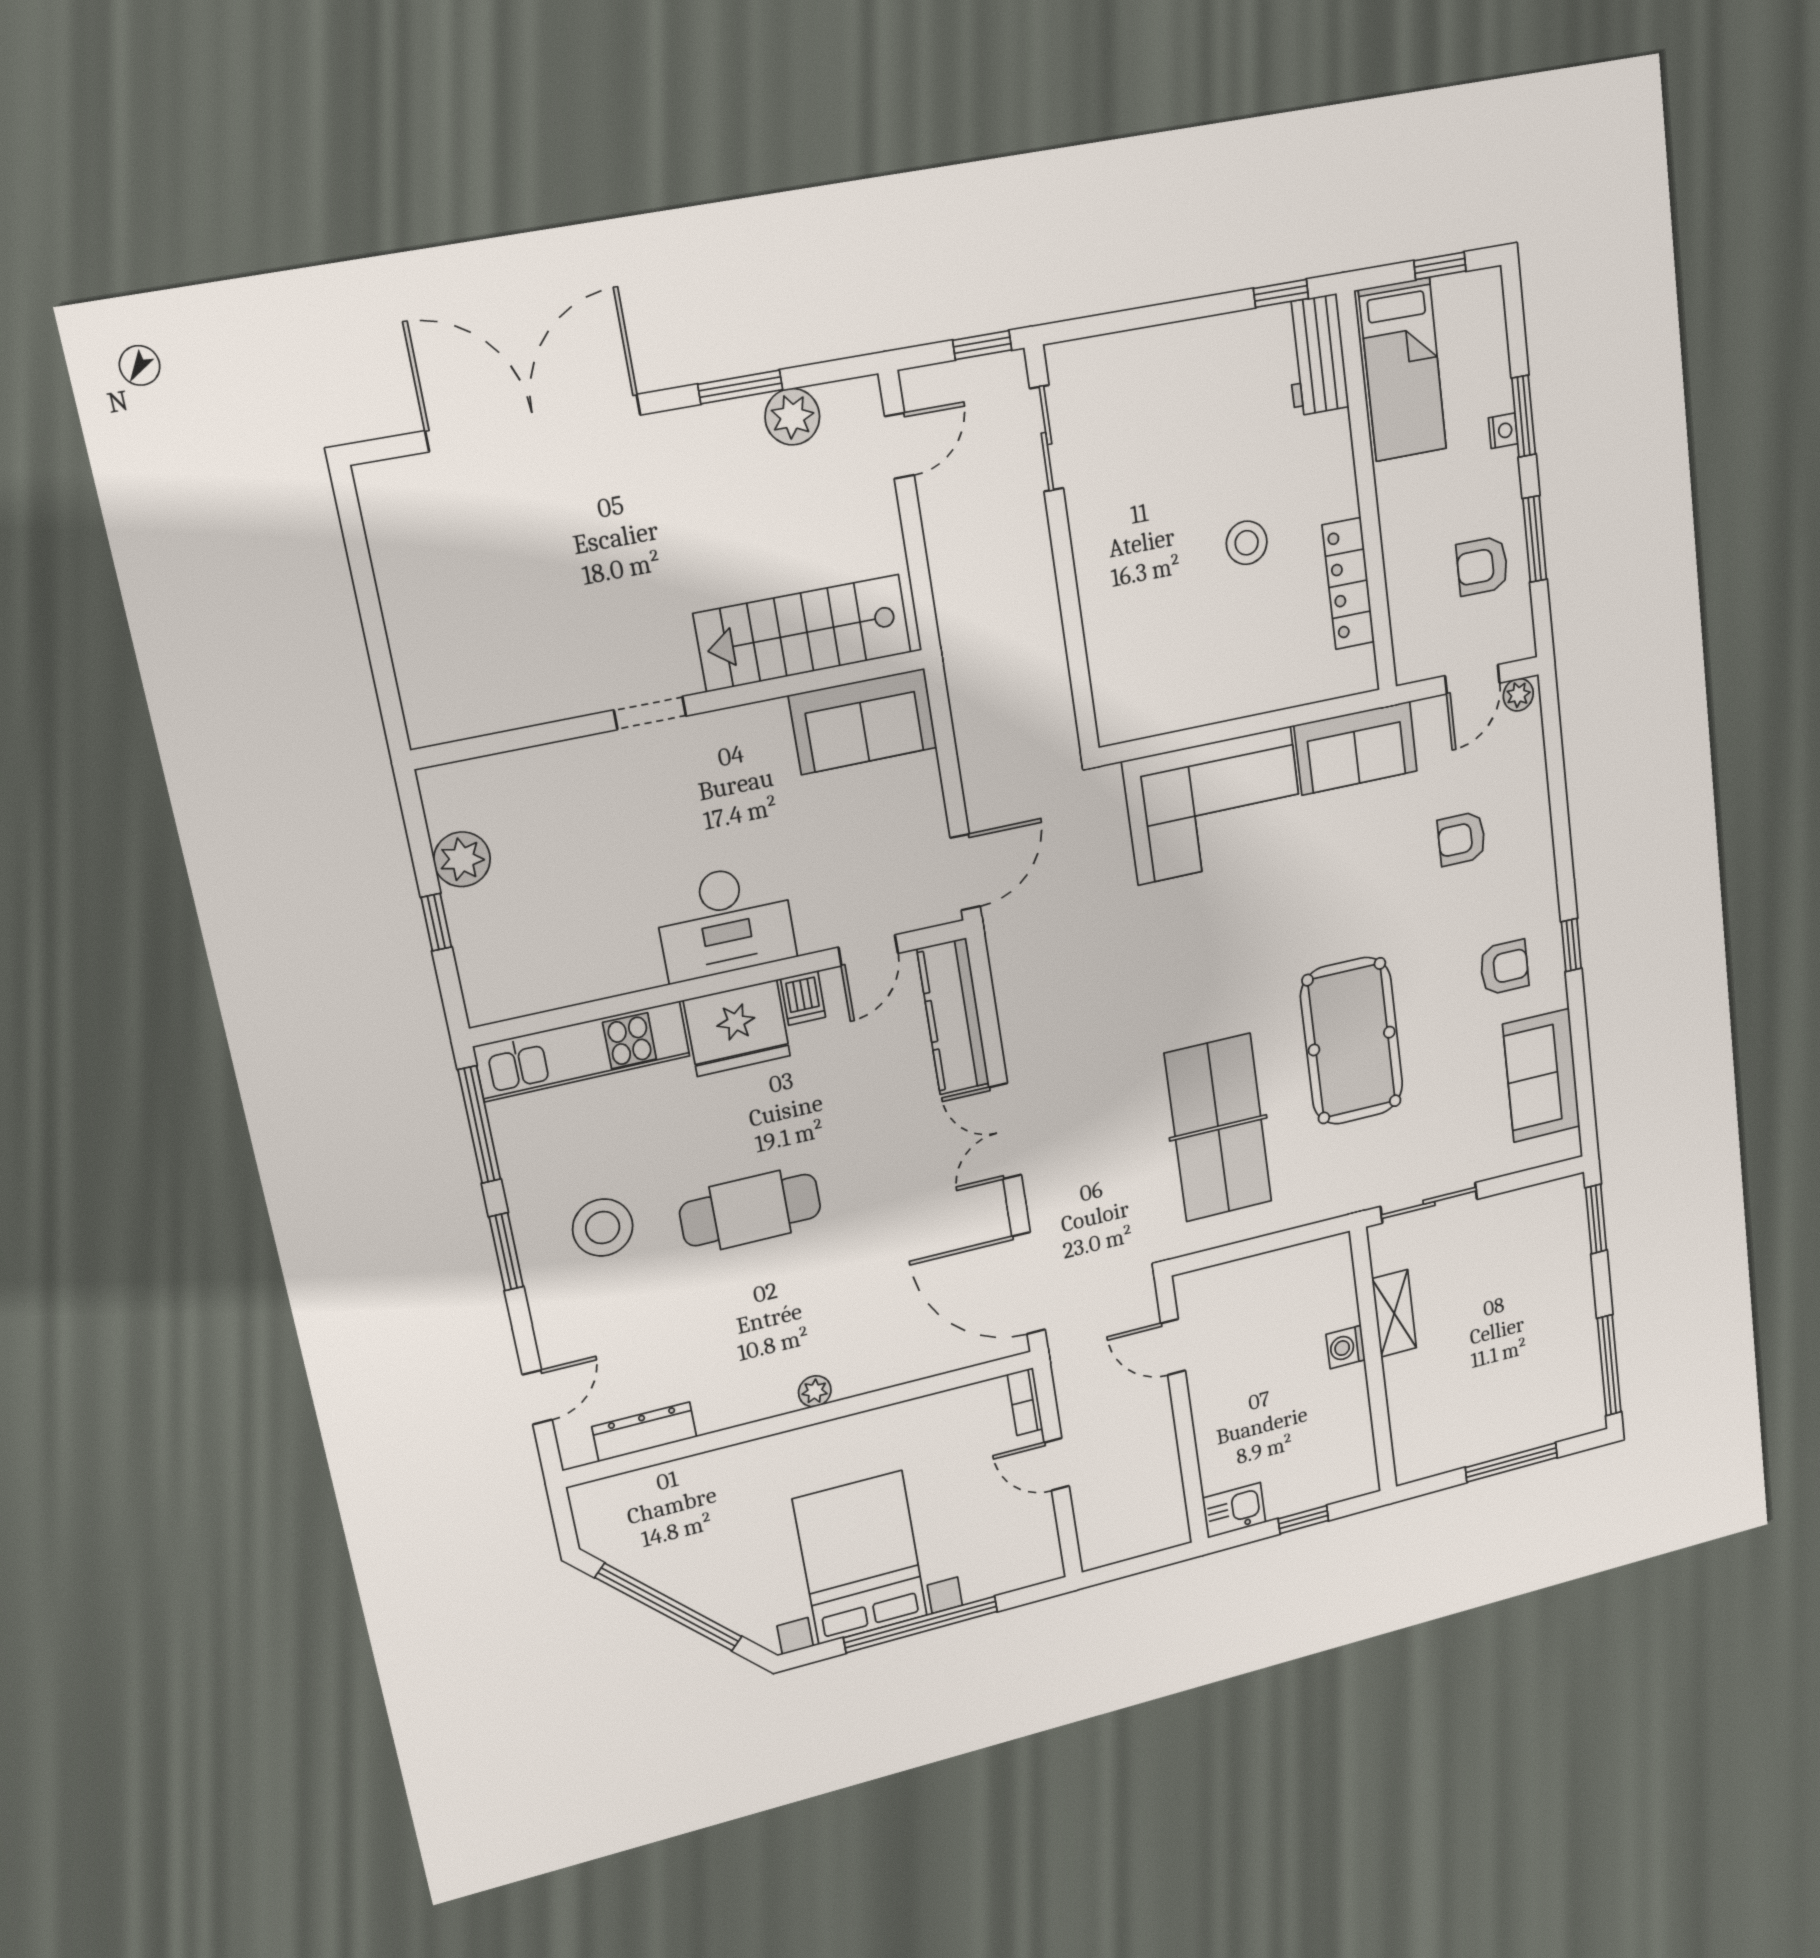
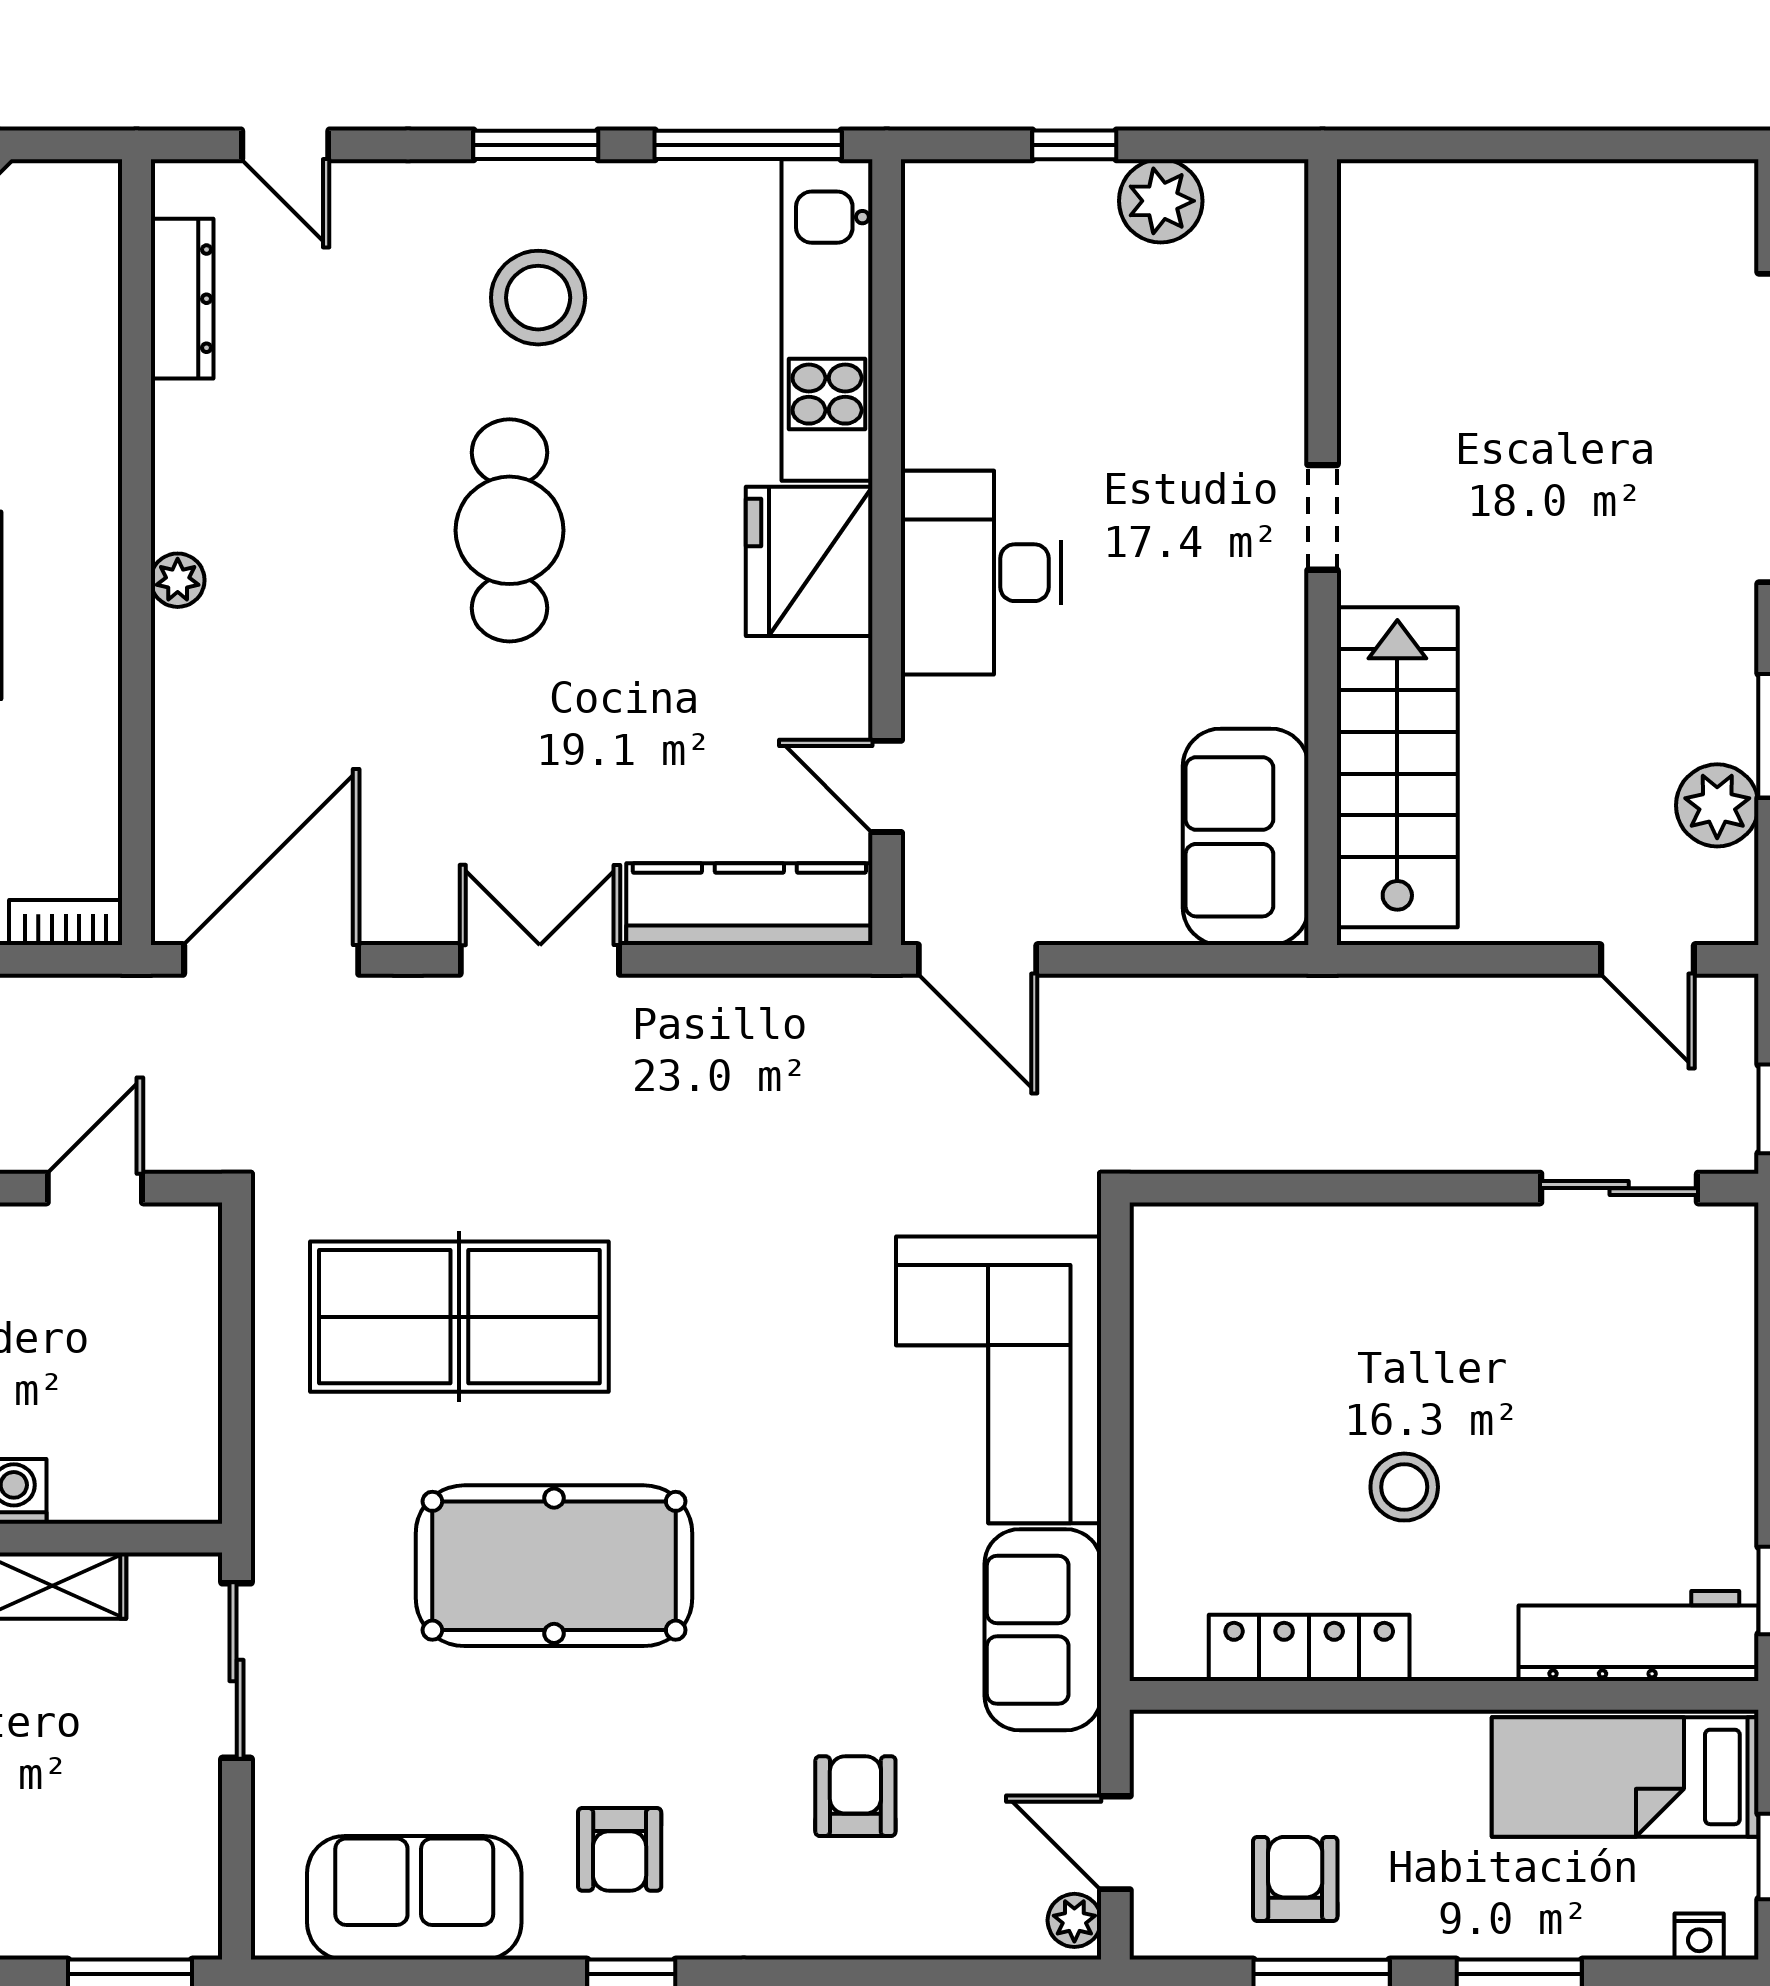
workbench: (1316, 355) -> (1639, 1636), width x1.37
nightstand: (1503, 431) -> (1699, 1937), moved
dishwasher: (803, 998) -> (834, 672), removed

